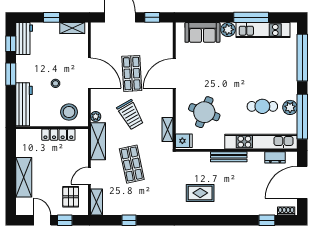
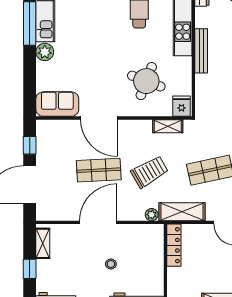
sofa: (202, 32) -> (57, 104), moved, turned -90
stool: (69, 112) -> (146, 247), removed
locker: (58, 135) -> (174, 245), moved

